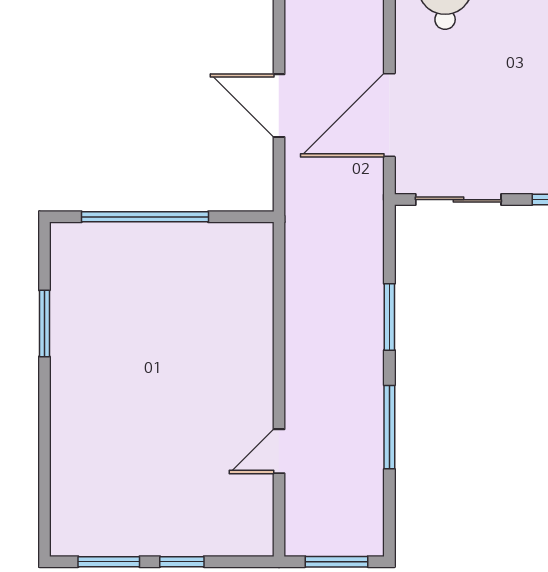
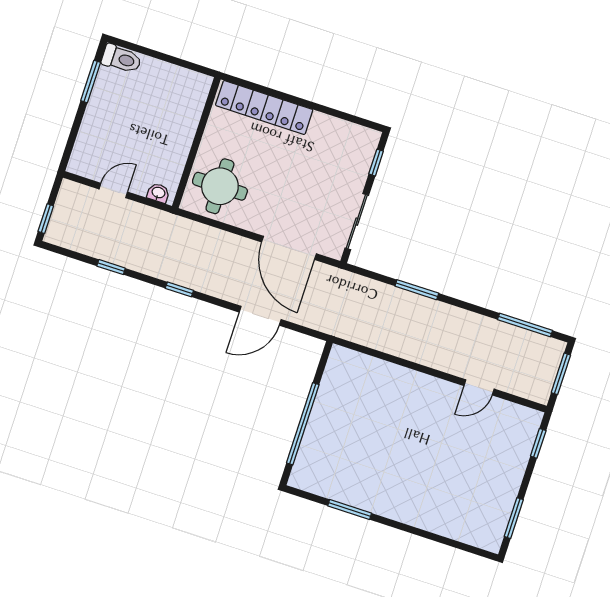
window: (389, 427) -> (525, 325), moved
door: (279, 451) -> (479, 387), hinge flipped
window: (182, 562) -> (538, 443), moved

